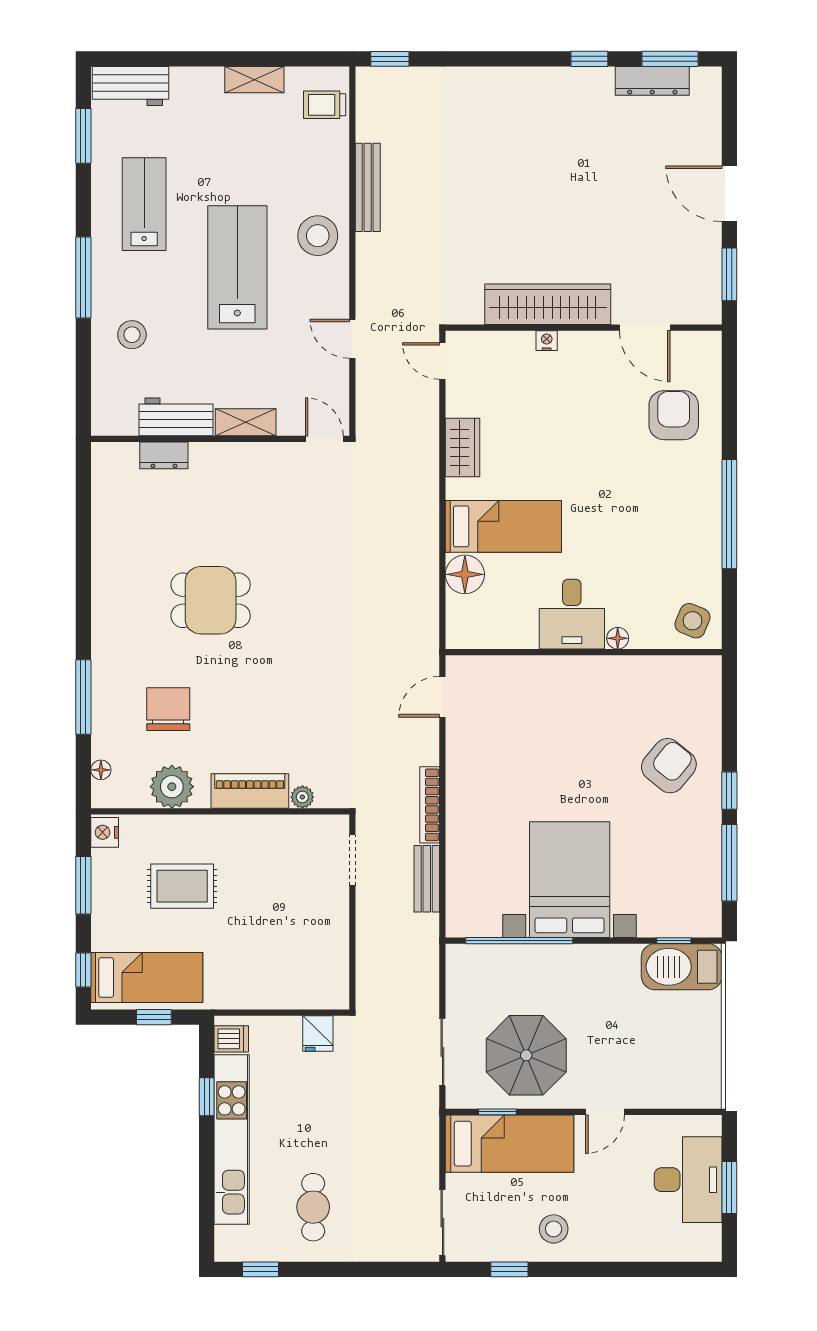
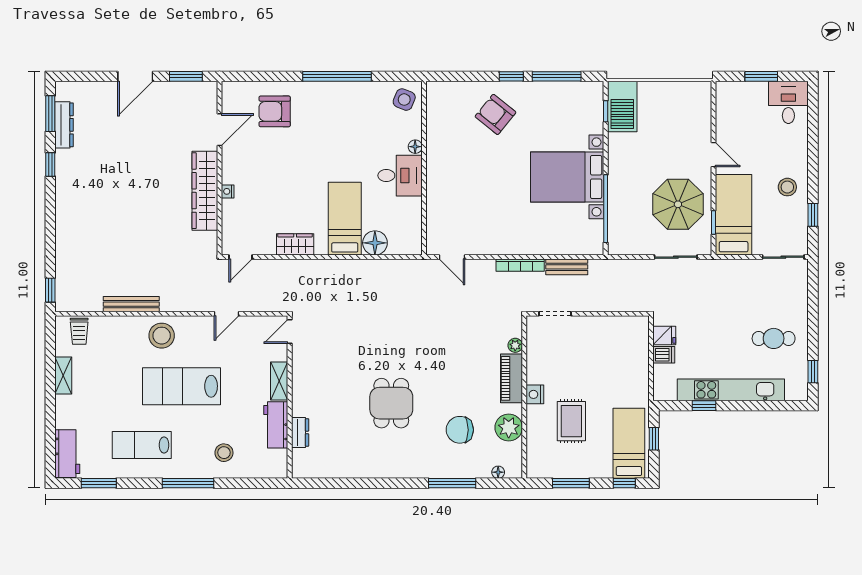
nightstand: (105, 832) -> (535, 394), moved, turned 90
dishwasher: (231, 1039) -> (664, 355), moved, turned 90
desk: (688, 1180) -> (788, 102), moved, width x0.73

